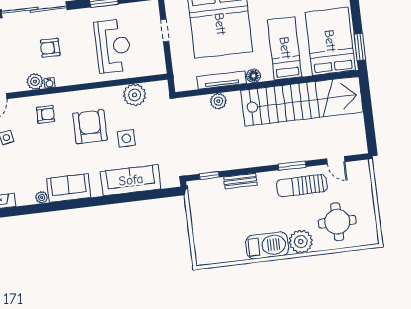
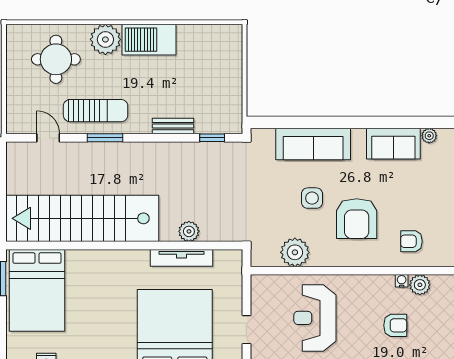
bed: (285, 48) -> (96, 289), removed
floor lamp: (254, 76) -> (140, 258), removed

